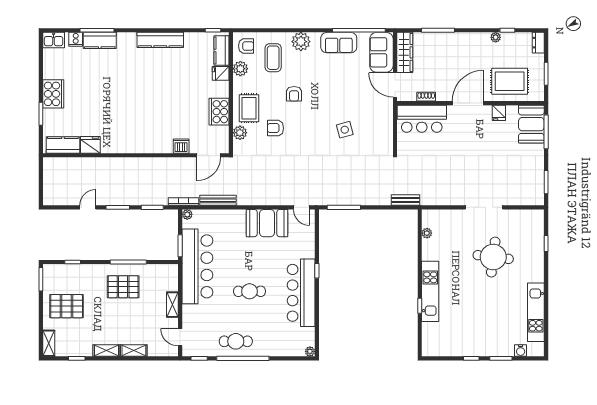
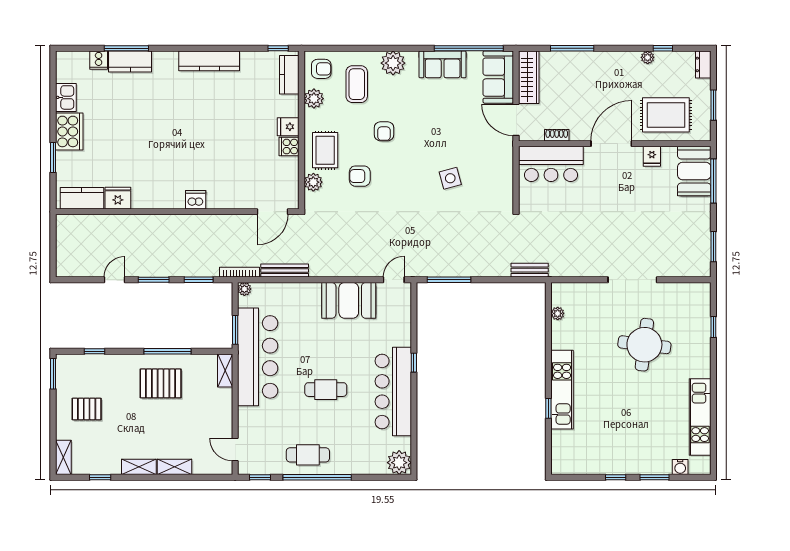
kitchen sink: (54, 40) -> (66, 97), moved, turned -90
fridge: (221, 73) -> (288, 127), moved
cooker: (219, 112) -> (289, 147), width x0.53, depth x0.76
dishwasher: (181, 146) -> (196, 200), moved
door: (301, 207) -> (394, 280), swing flipped
shelving: (172, 305) -> (225, 370), moved
pallet: (67, 306) -> (87, 409), width x0.67, depth x0.71
plant: (310, 351) -> (399, 463), width x1.87, depth x1.87

